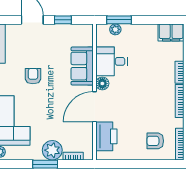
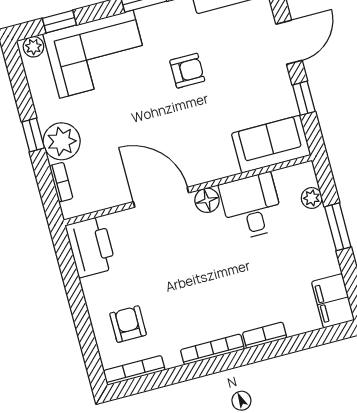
window: (119, 20) -> (338, 227), moved
sofa: (82, 66) -> (271, 144), moved
printer: (106, 136) -> (91, 247), moved, turned -90
window: (45, 164) -> (33, 135), width x0.67

